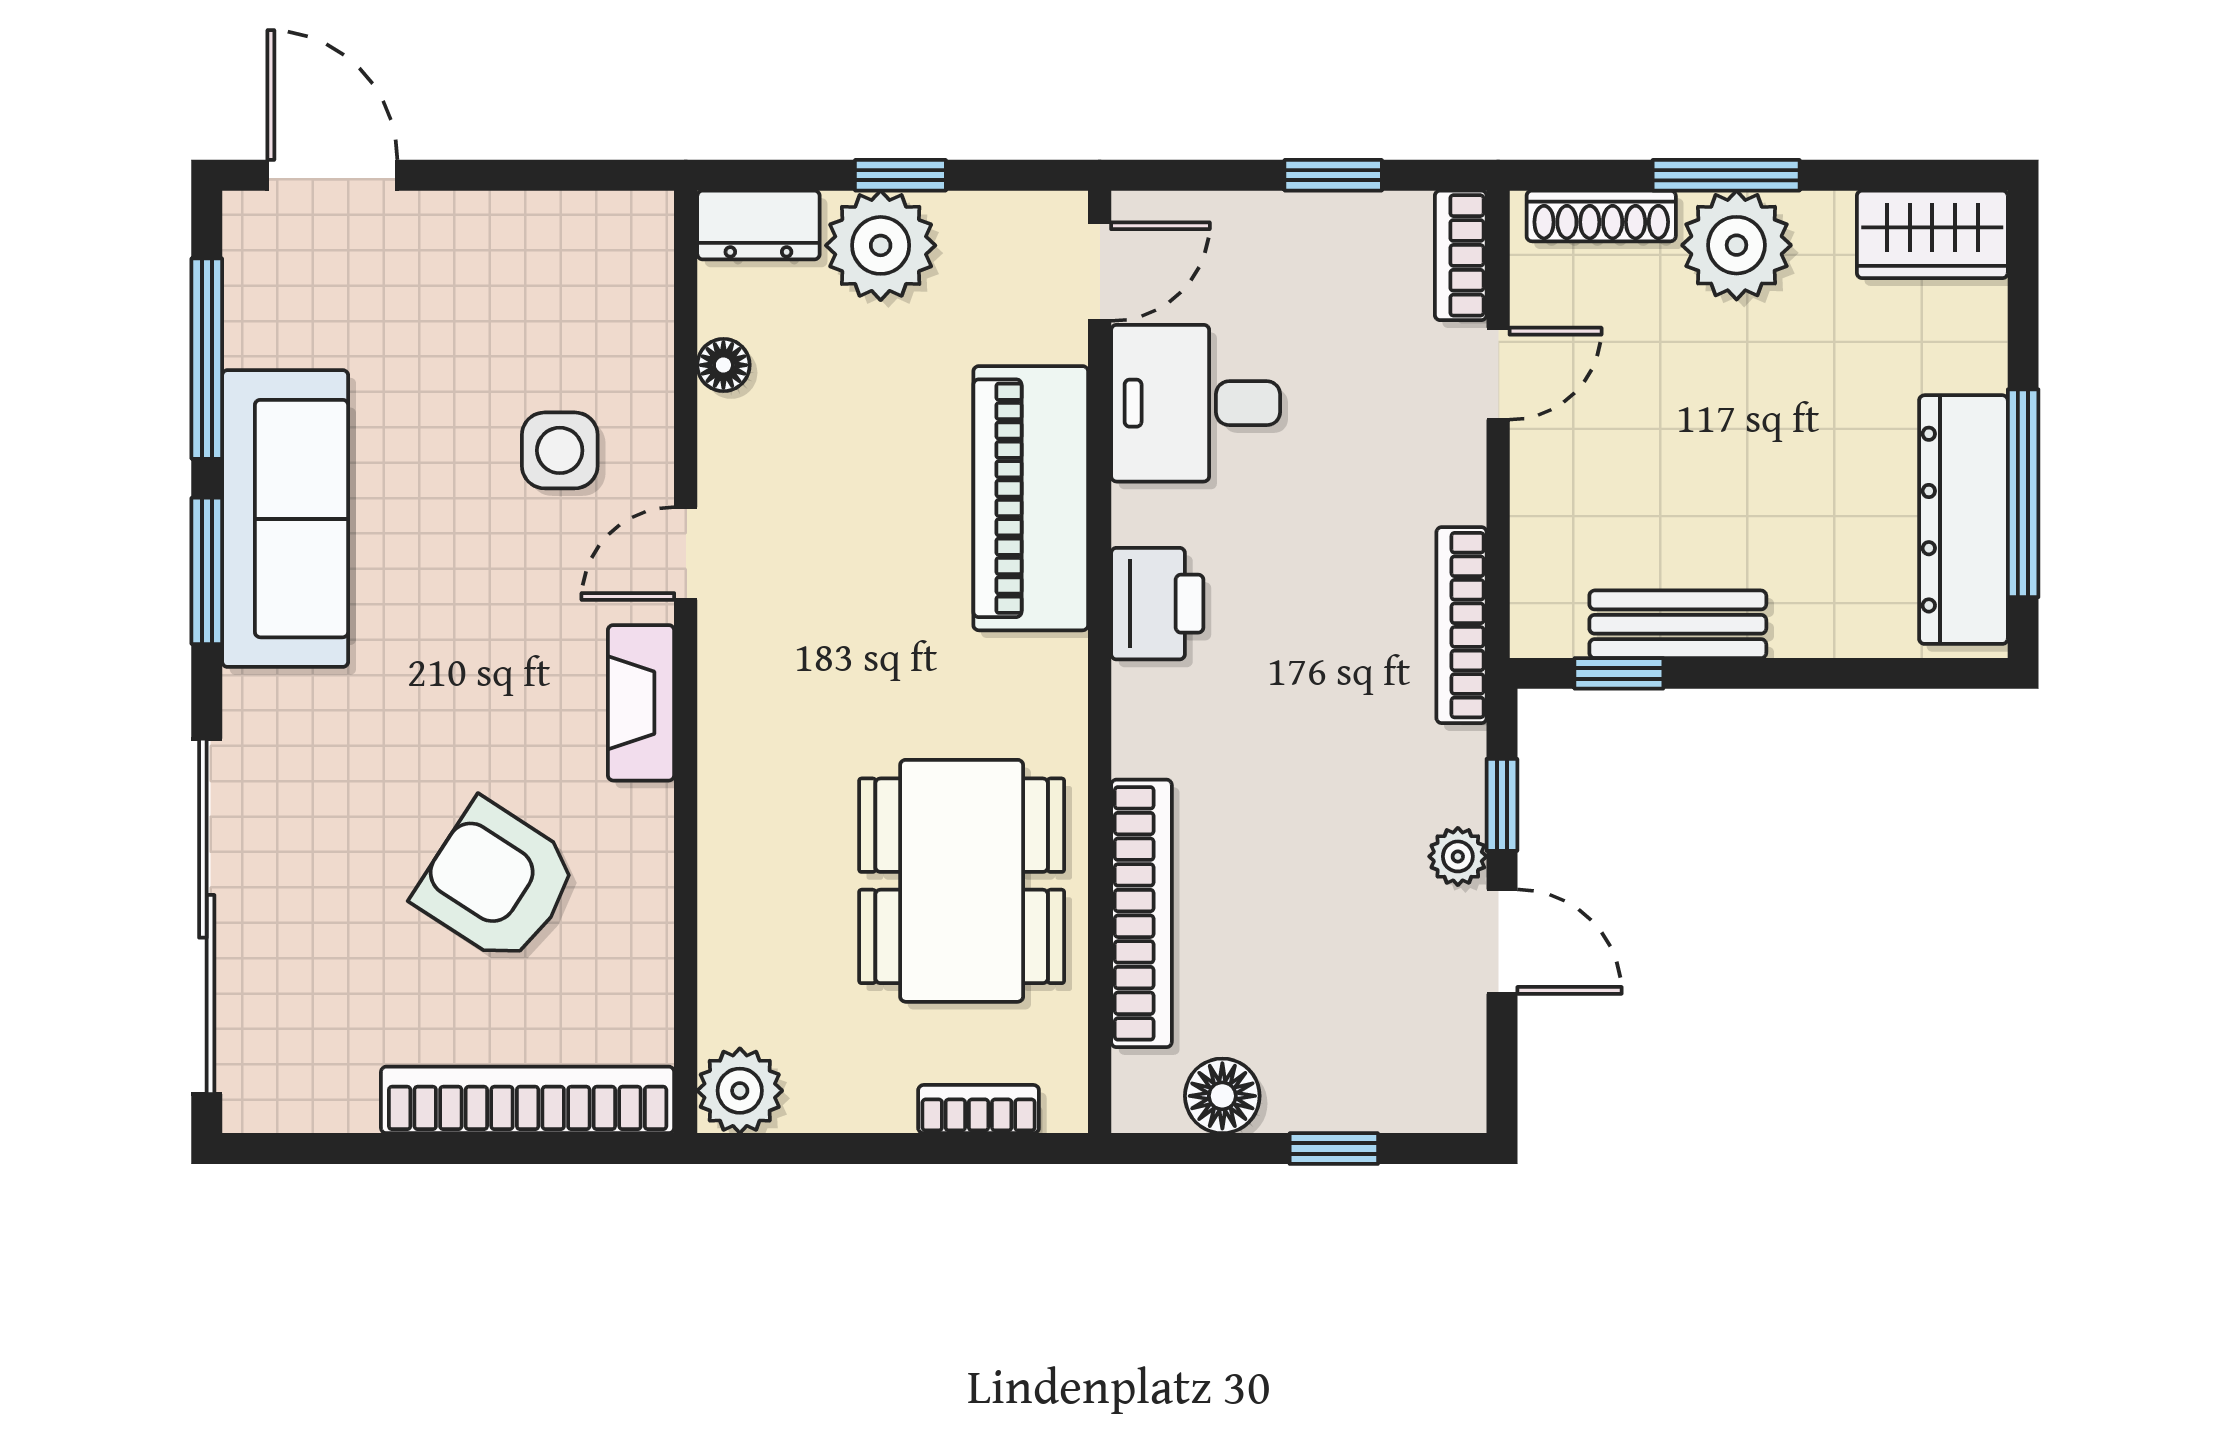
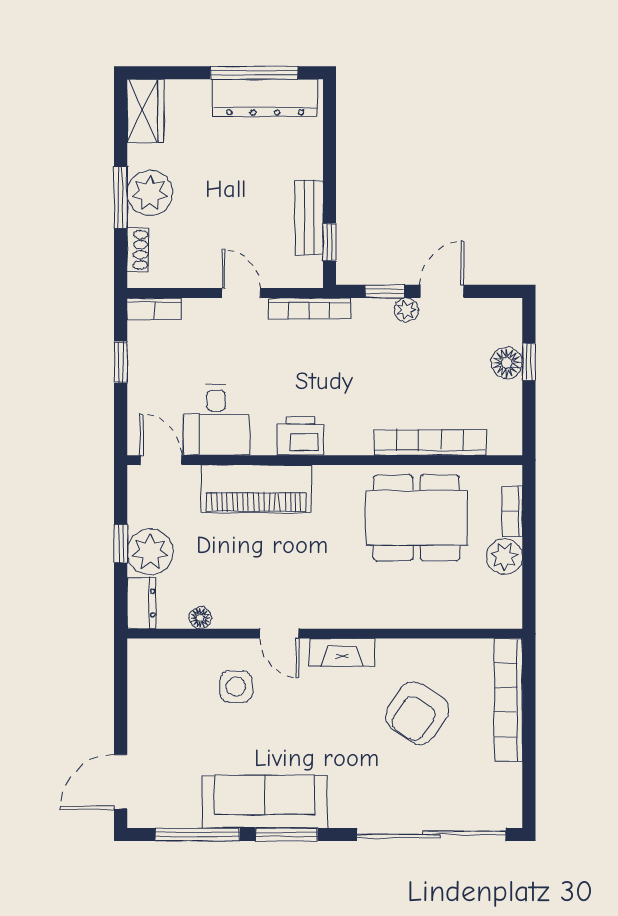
shoe rack: (1601, 216) -> (138, 250), width x0.70
door: (1498, 374) -> (241, 293), moved
plant: (740, 1091) -> (505, 557), moved
floor lamp: (1222, 1096) -> (507, 363), moved

